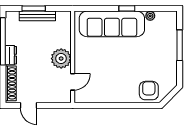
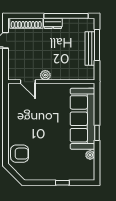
window: (34, 8) -> (97, 45), width x1.44
window: (180, 45) -> (62, 183), width x0.46
plant: (61, 59) -> (45, 75), width x0.53, depth x0.53

